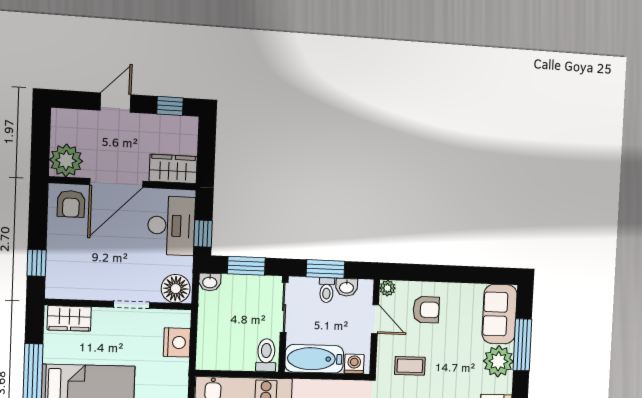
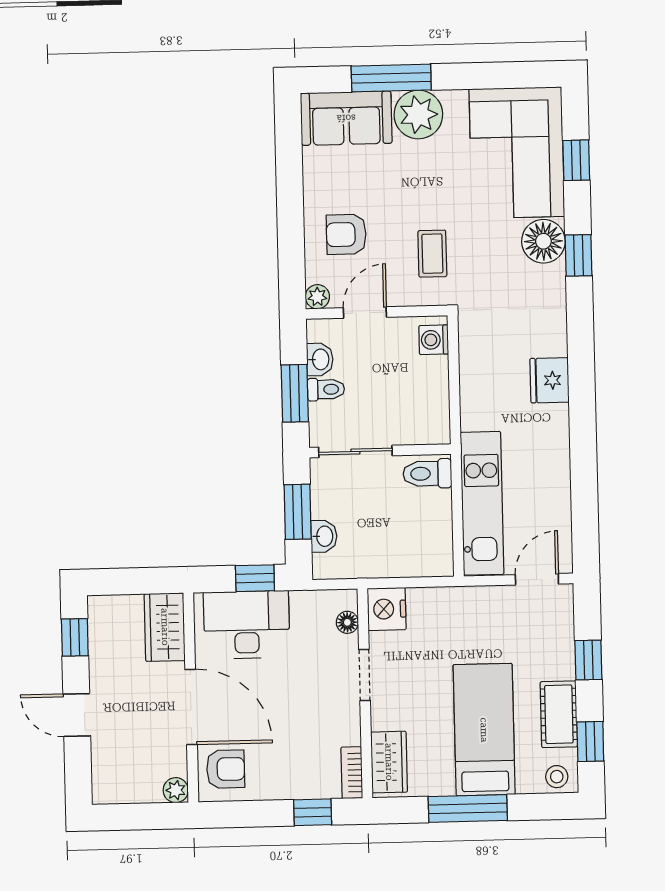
plant: (66, 160) -> (176, 790), width x0.53, depth x0.53
washbasin: (210, 282) -> (324, 536), moved
floor lamp: (176, 289) -> (347, 622), width x0.53, depth x0.53
bookcase: (63, 292) -> (352, 773), added
armchair: (426, 310) -> (346, 234), turned -90
nightstand: (177, 342) -> (387, 609), moved, turned -90
bathtub: (314, 359) -> (429, 401), removed

